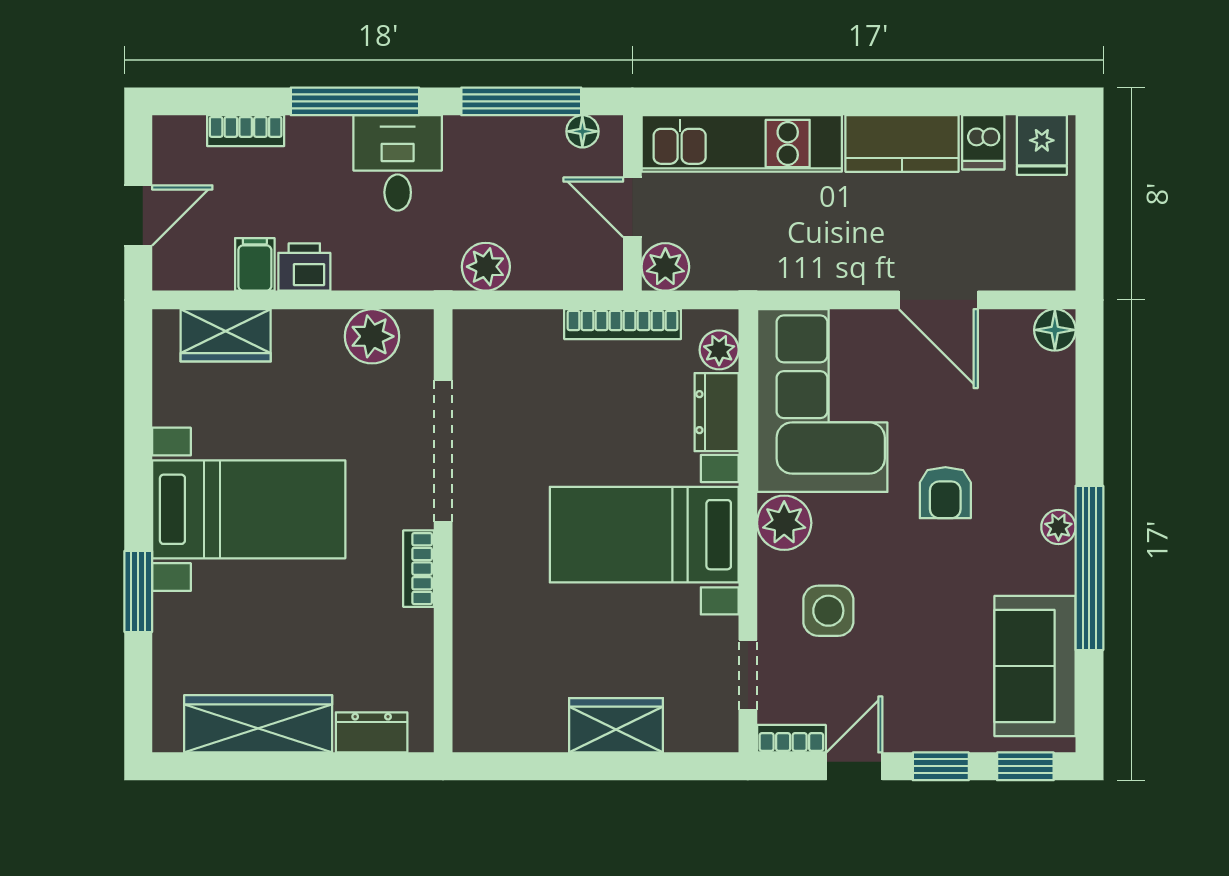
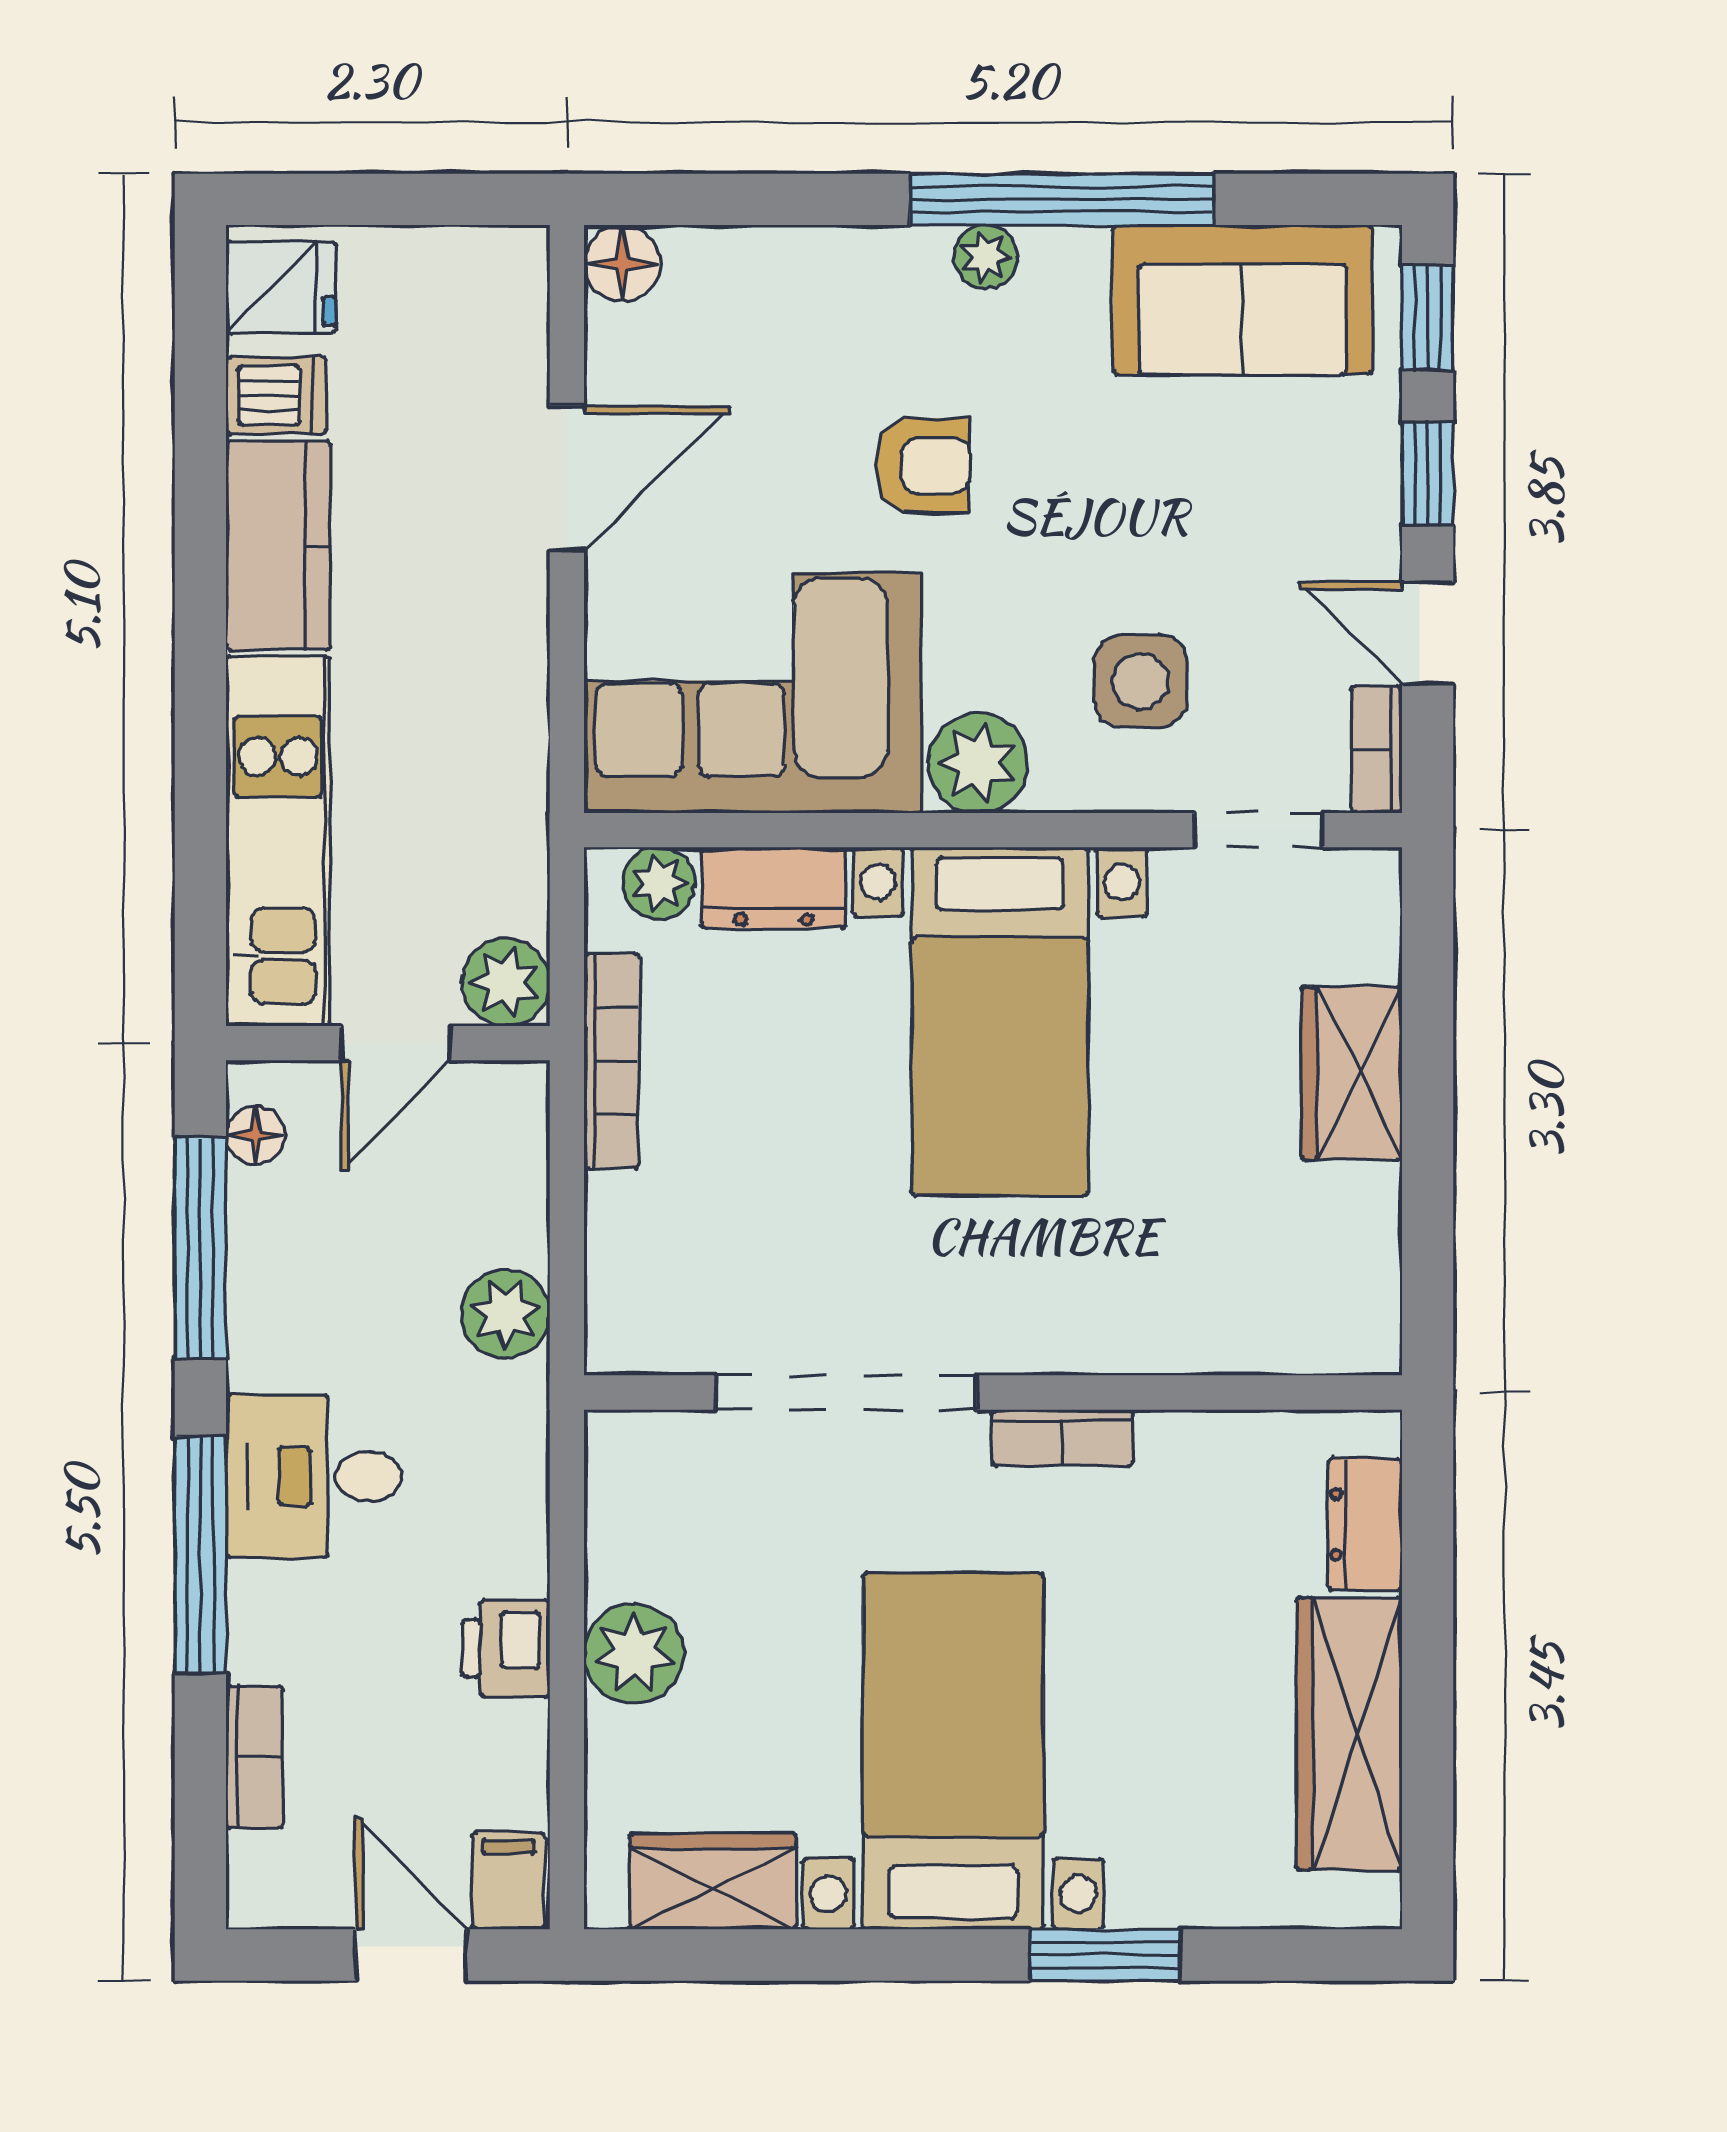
filing cabinet: (255, 264) -> (508, 1881), moved, turned 90
wardrobe: (226, 335) -> (713, 1881), moved, turned -90
plant: (372, 336) -> (634, 1654), moved

